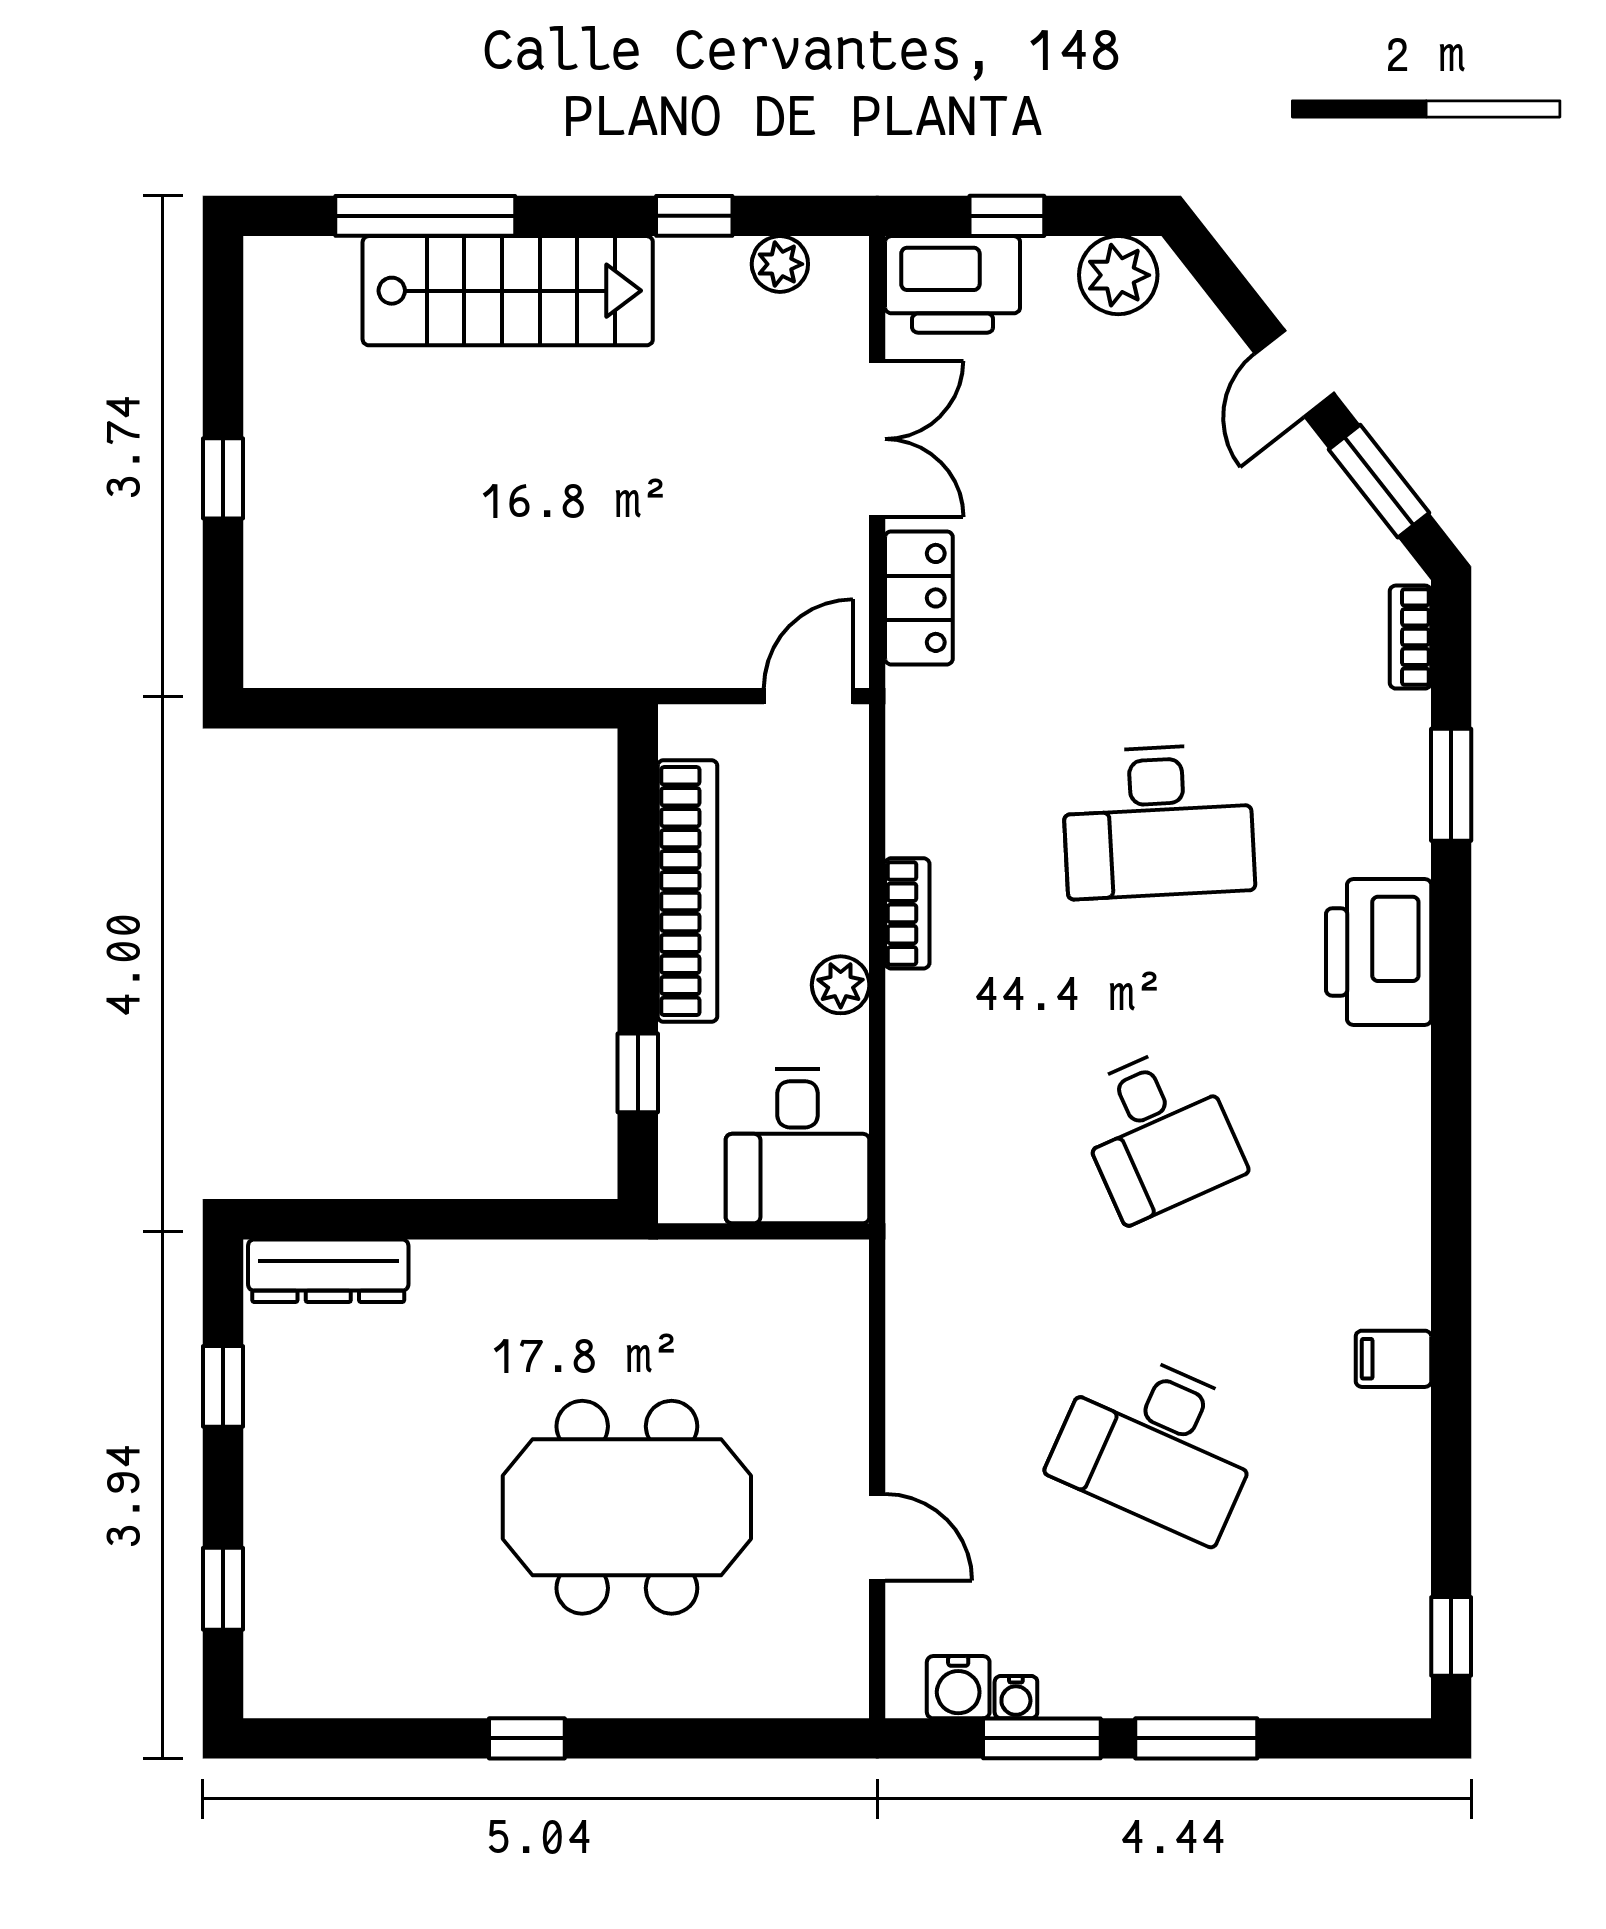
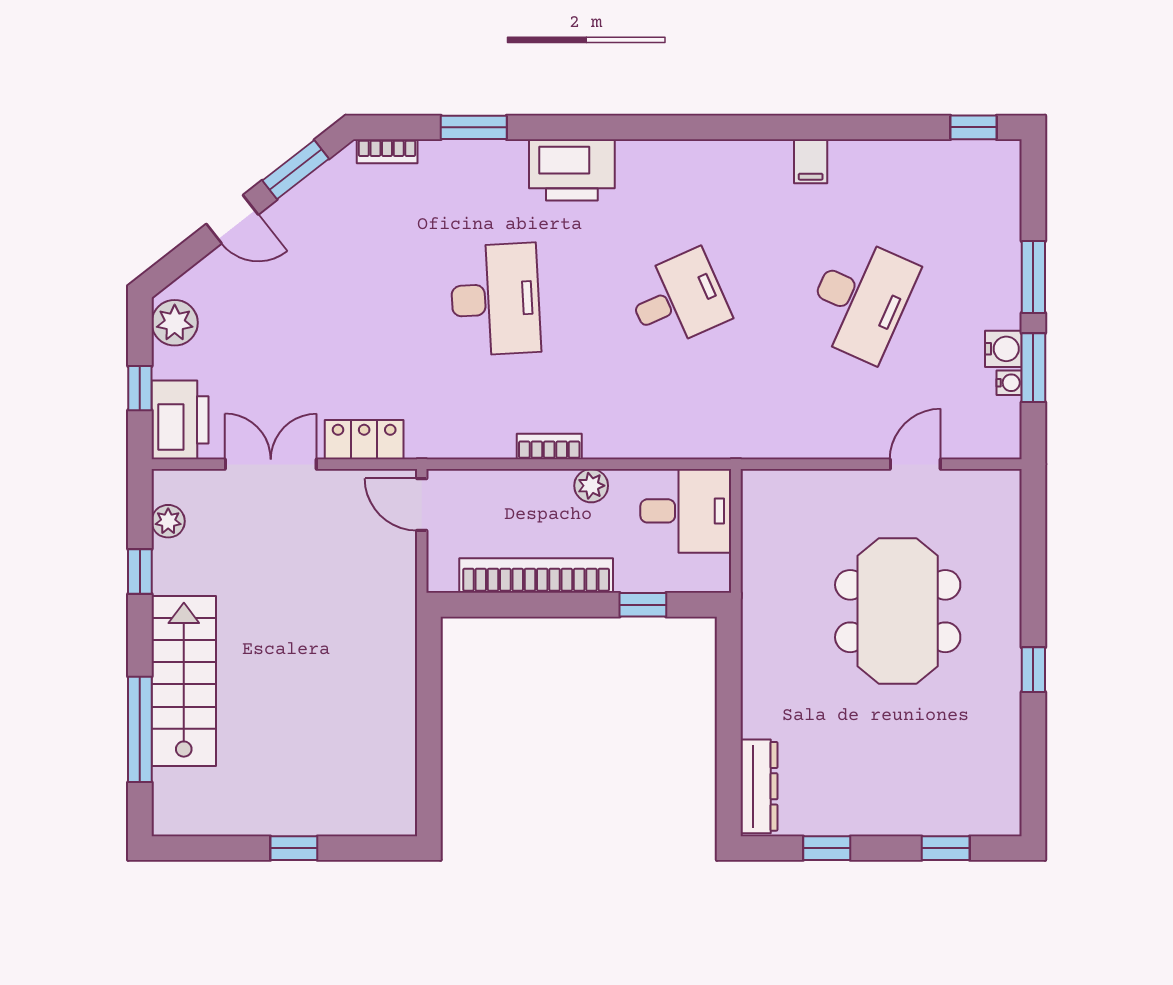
water cooler: (958, 1687) -> (1003, 349), moved

